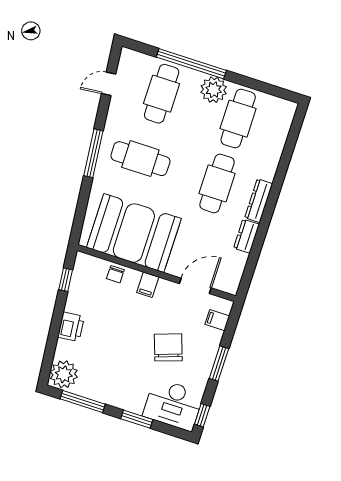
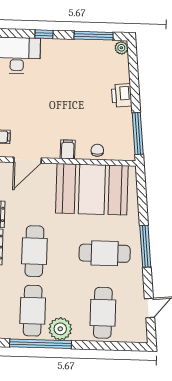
window: (191, 64) -> (41, 344), moved
window: (66, 280) -> (138, 134), width x2.17
chair: (168, 347) -> (35, 102), removed
plant: (64, 374) -> (121, 48), width x0.53, depth x0.53
window: (137, 419) -> (44, 34), width x0.67

